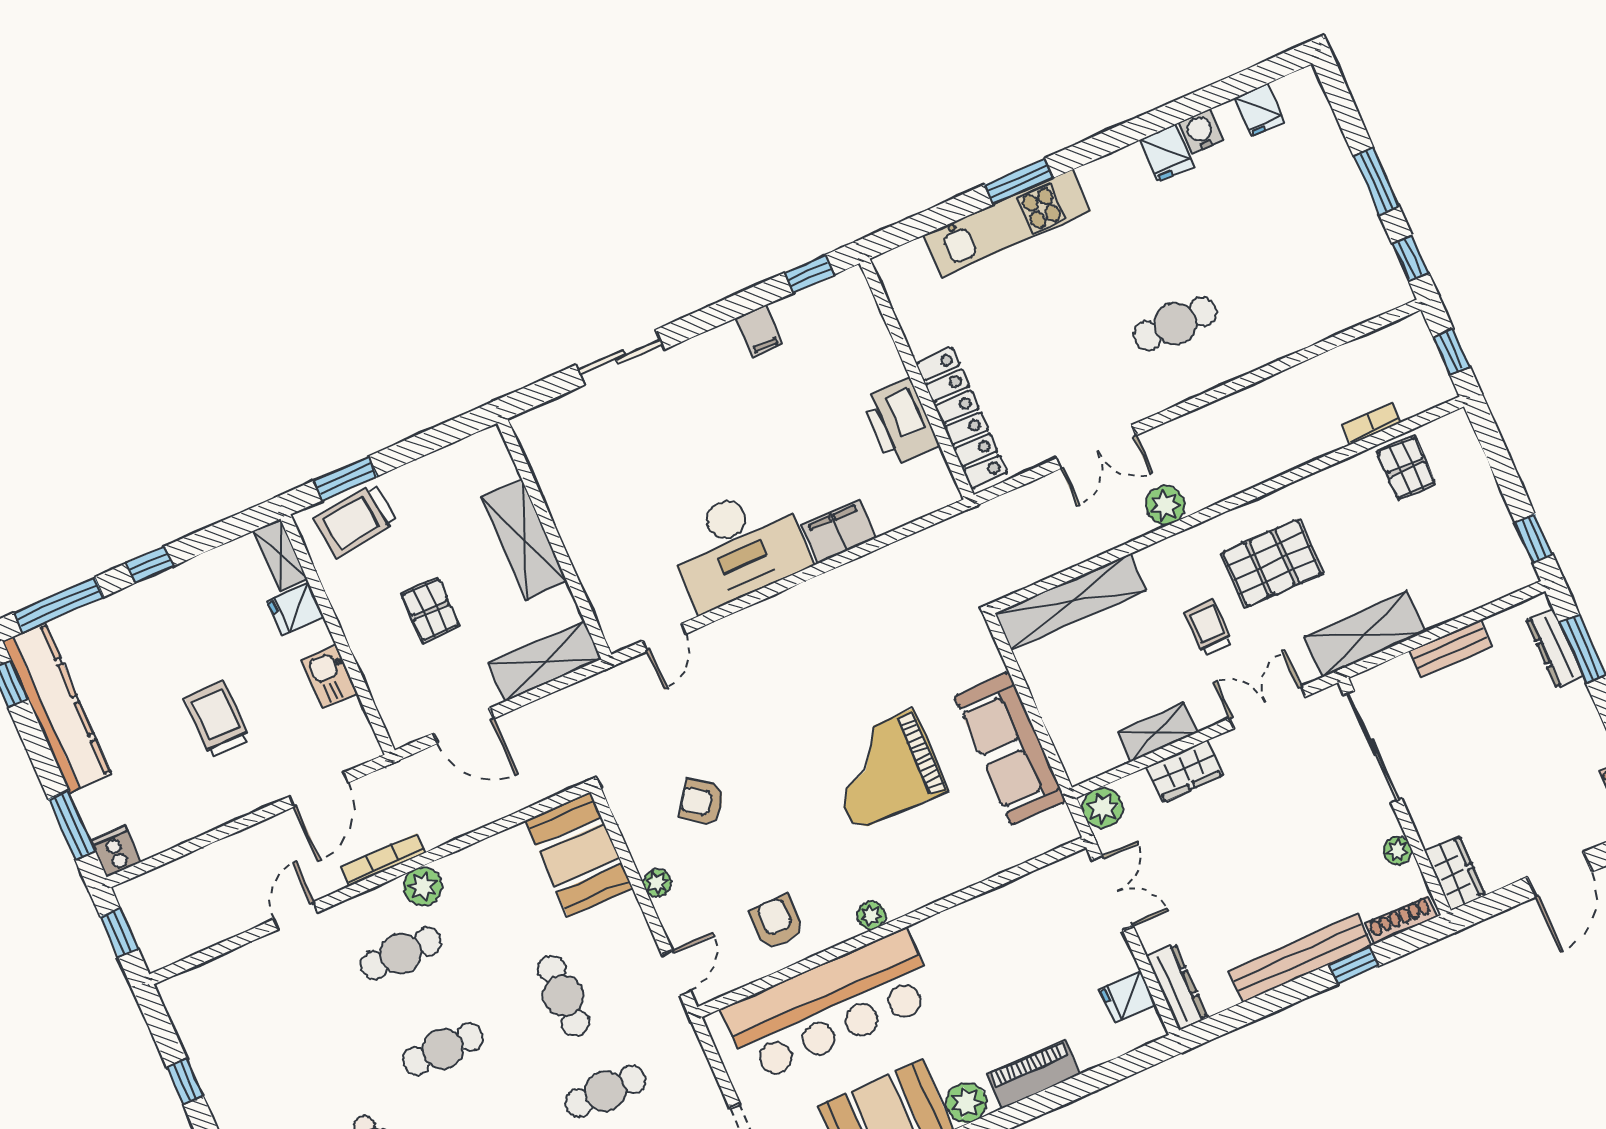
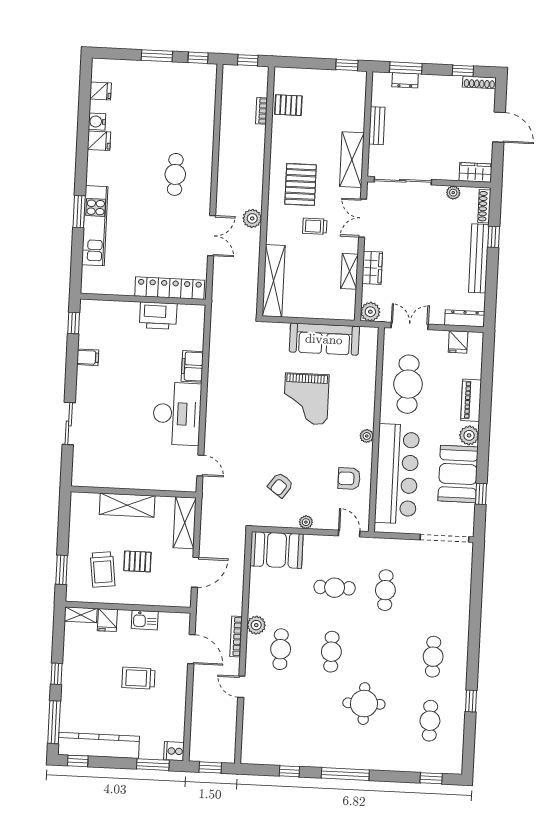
trolley: (356, 521) -> (103, 569), moved
dresser: (1555, 648) -> (405, 80), width x0.70
cafe table: (1004, 944) -> (408, 384), added

